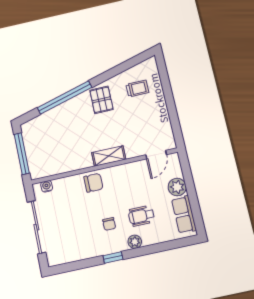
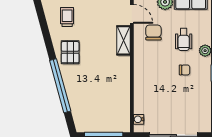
pallet: (101, 100) -> (70, 52), turned 90
shelving: (109, 156) -> (123, 40), moved
chair: (93, 183) -> (153, 32), moved

